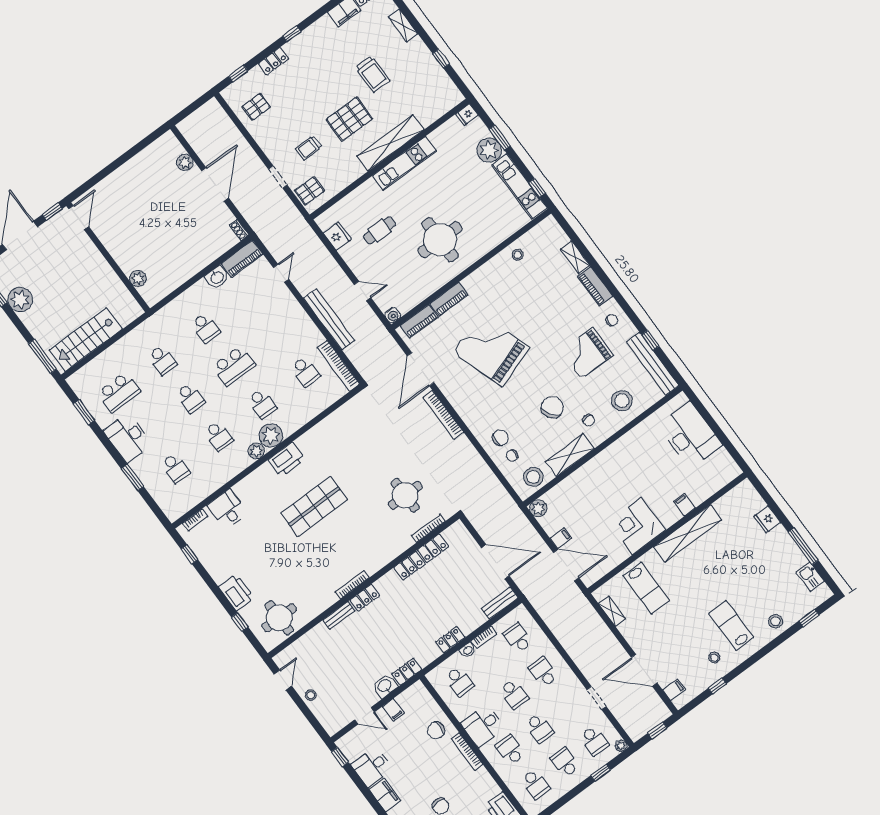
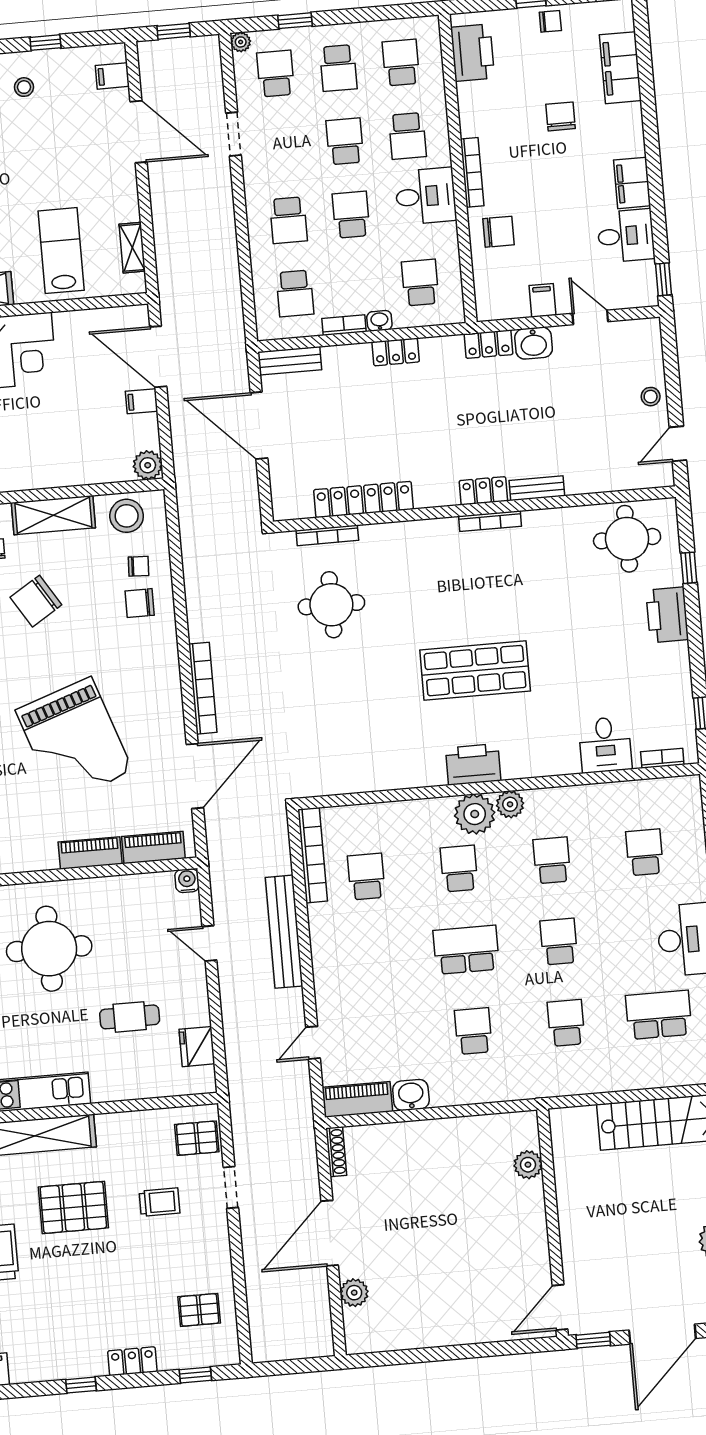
shoe rack: (239, 230) -> (336, 1152), width x1.43

